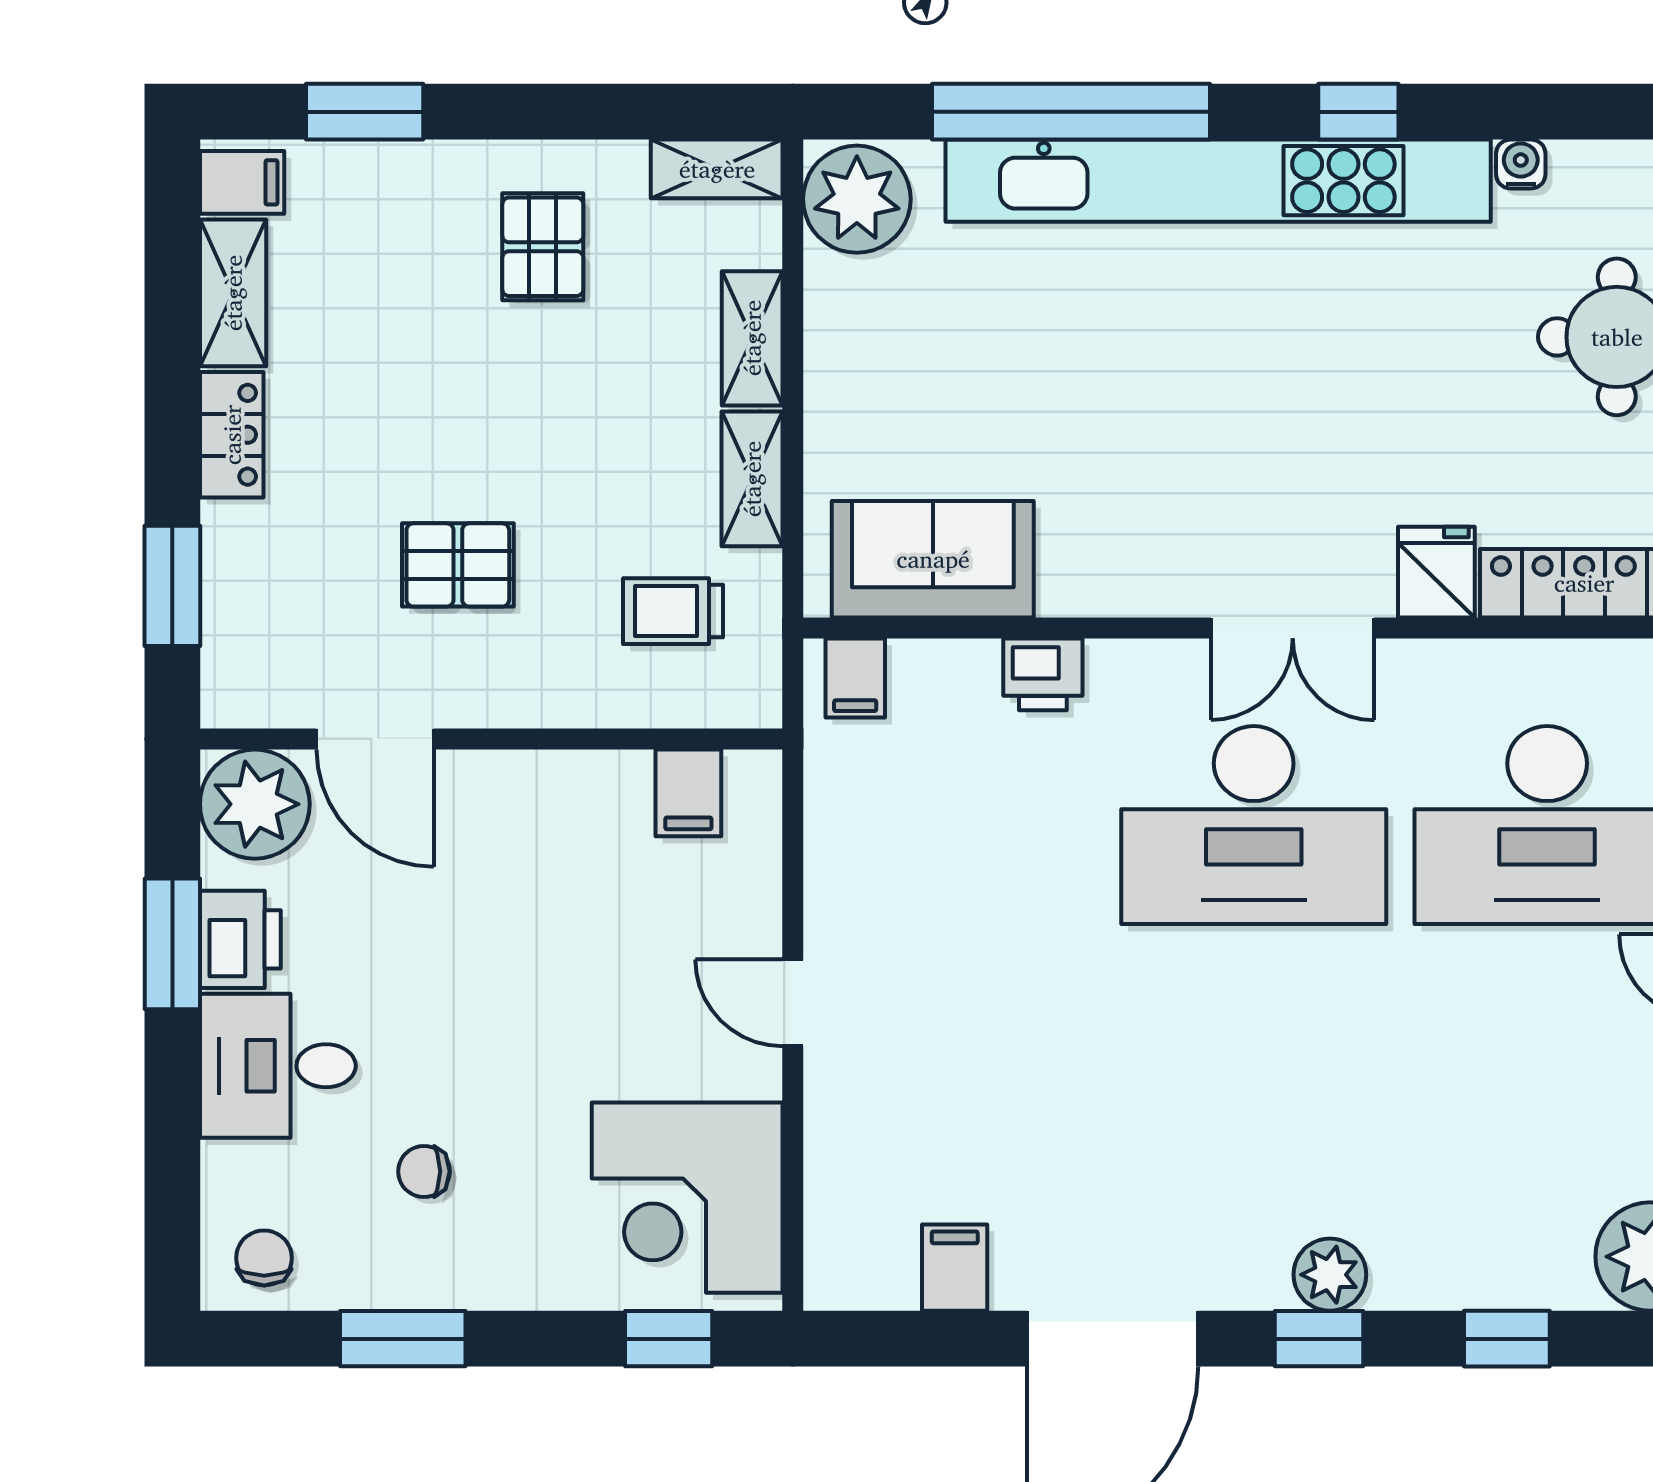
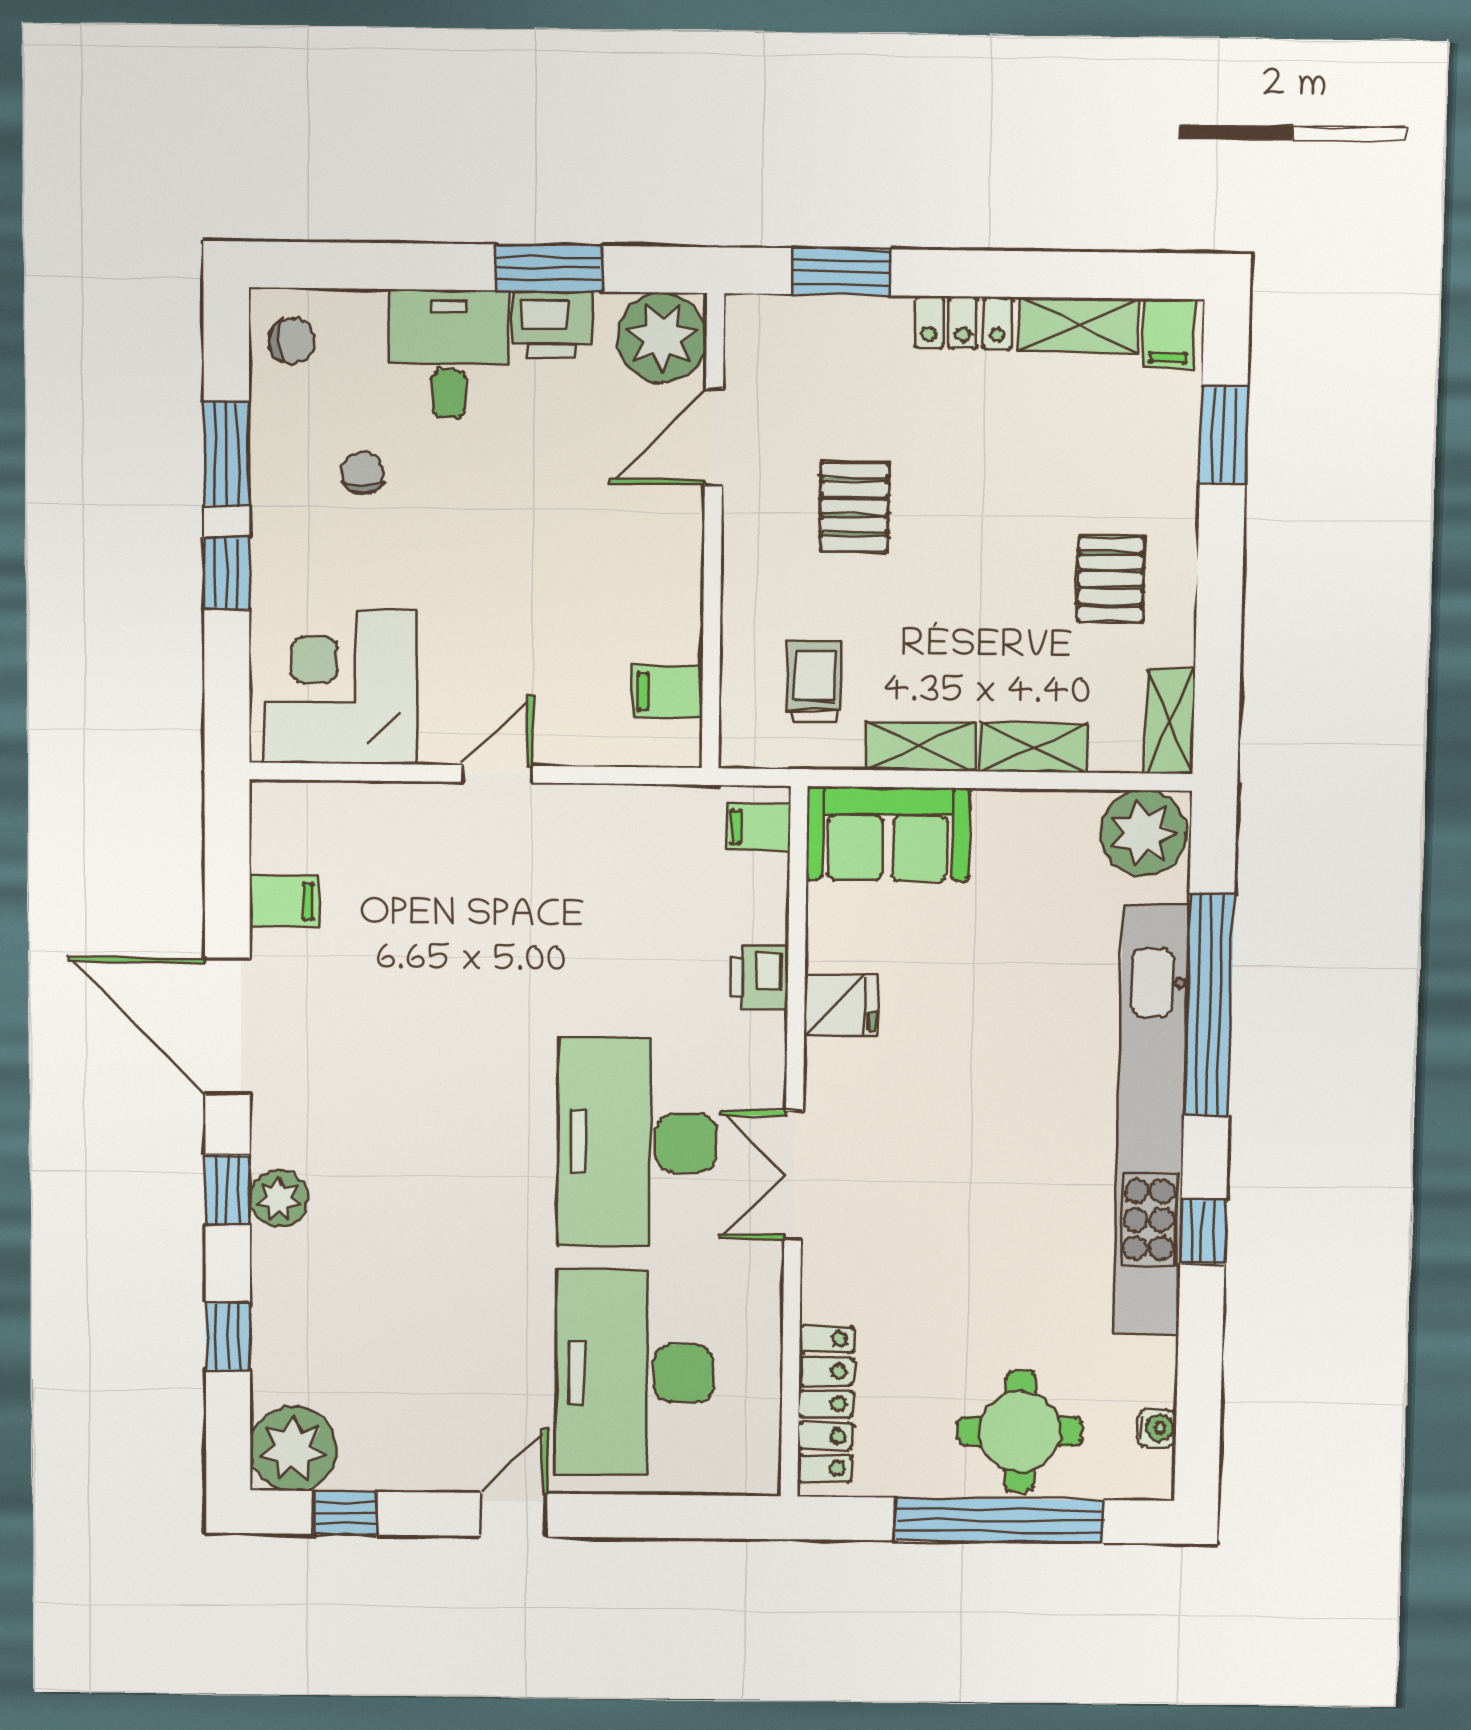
water cooler: (1521, 164) -> (1157, 1428), moved
pallet: (543, 247) -> (1111, 579), turned 90
sofa: (933, 559) -> (888, 834), moved, turned 90
fridge: (1436, 572) -> (841, 1006), moved
window: (669, 1339) -> (227, 573), moved

